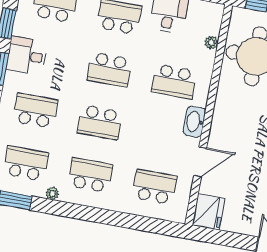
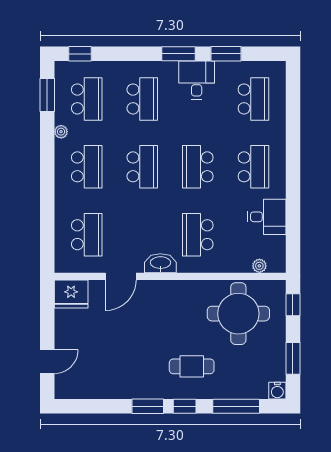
plant: (211, 43) -> (259, 266), moved
school desk: (100, 122) -> (142, 167), turned 180
door: (200, 162) -> (121, 276), hinge flipped

